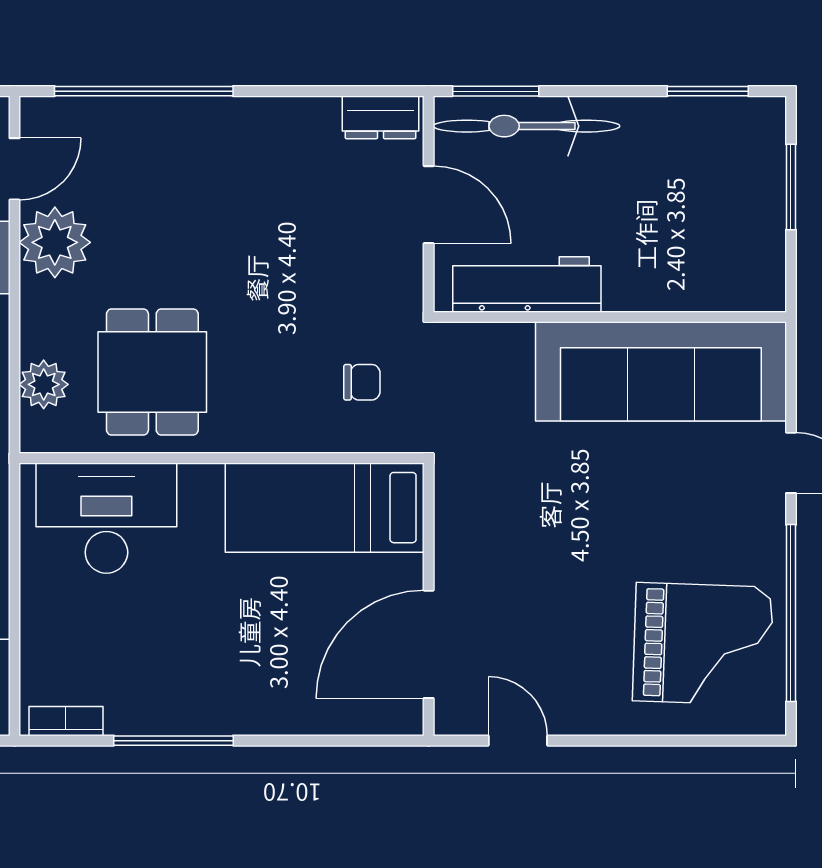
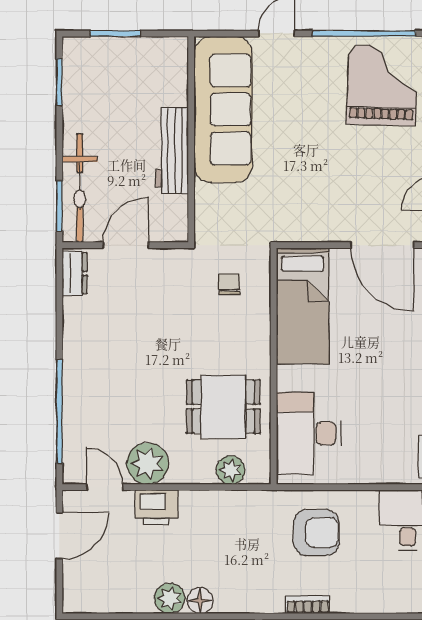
workbench: (527, 285) -> (172, 151), moved

